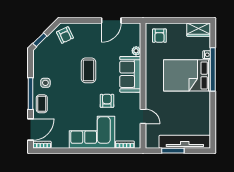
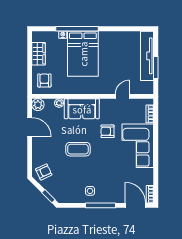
plant: (134, 29) -> (38, 105), added
wardrobe: (199, 30) -> (39, 54), moved
armchair: (159, 36) -> (44, 80), turned -90
coffee table: (42, 104) -> (110, 194), removed

